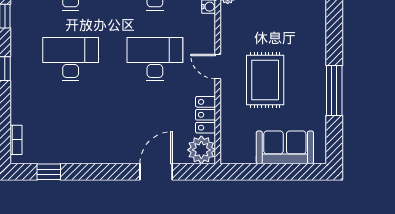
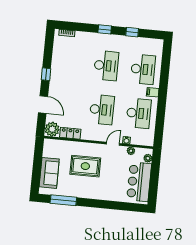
door: (218, 66) -> (113, 144), moved
window: (334, 90) -> (63, 200), moved
window: (49, 172) -> (46, 74), moved

